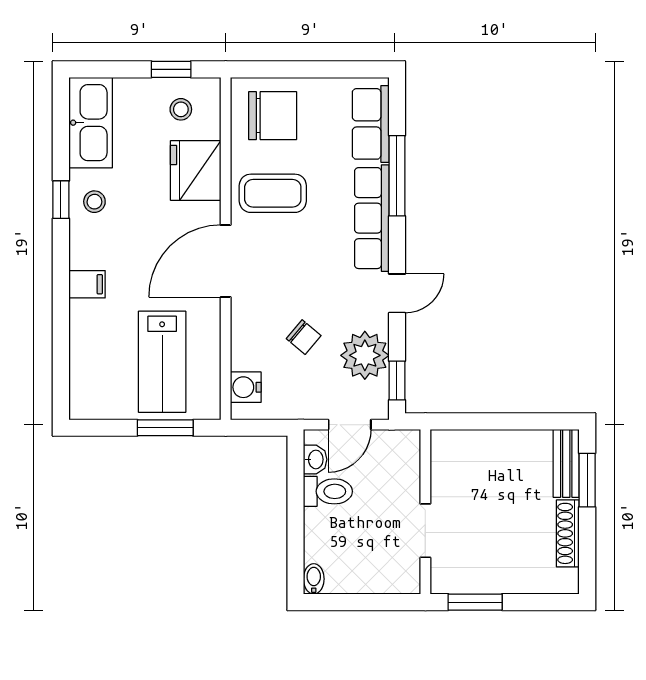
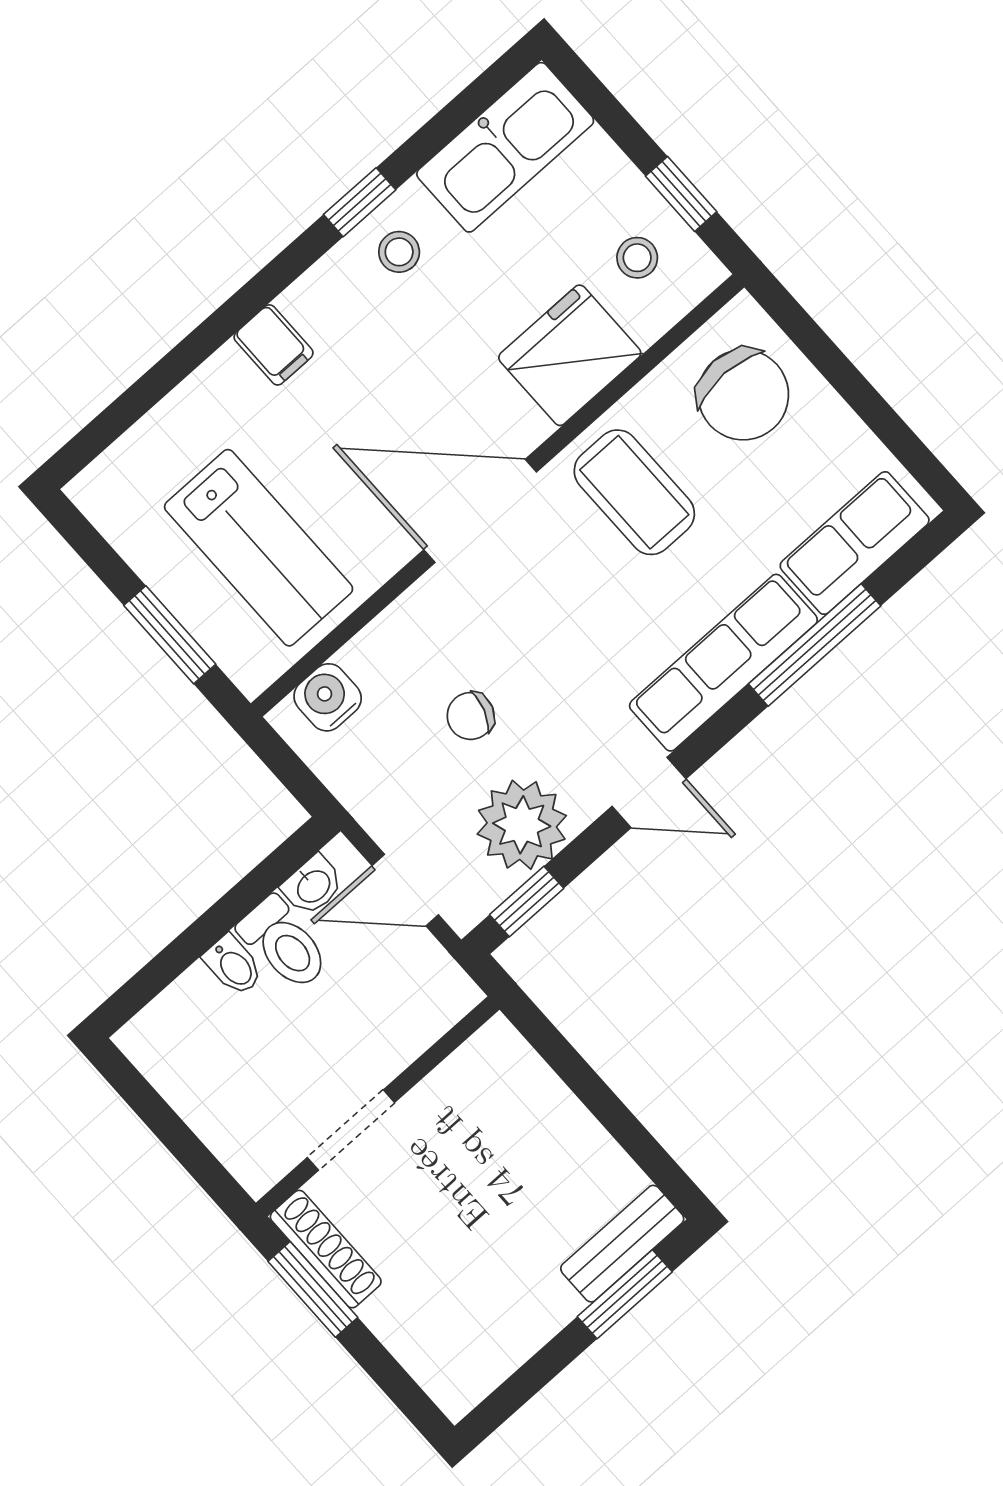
chair: (304, 337) -> (471, 716), turned 69
lab bench: (162, 362) -> (259, 548), turned -90
shoe rack: (568, 533) -> (326, 1249), moved, turned 90
bidet: (314, 579) -> (233, 965), moved, turned 90

